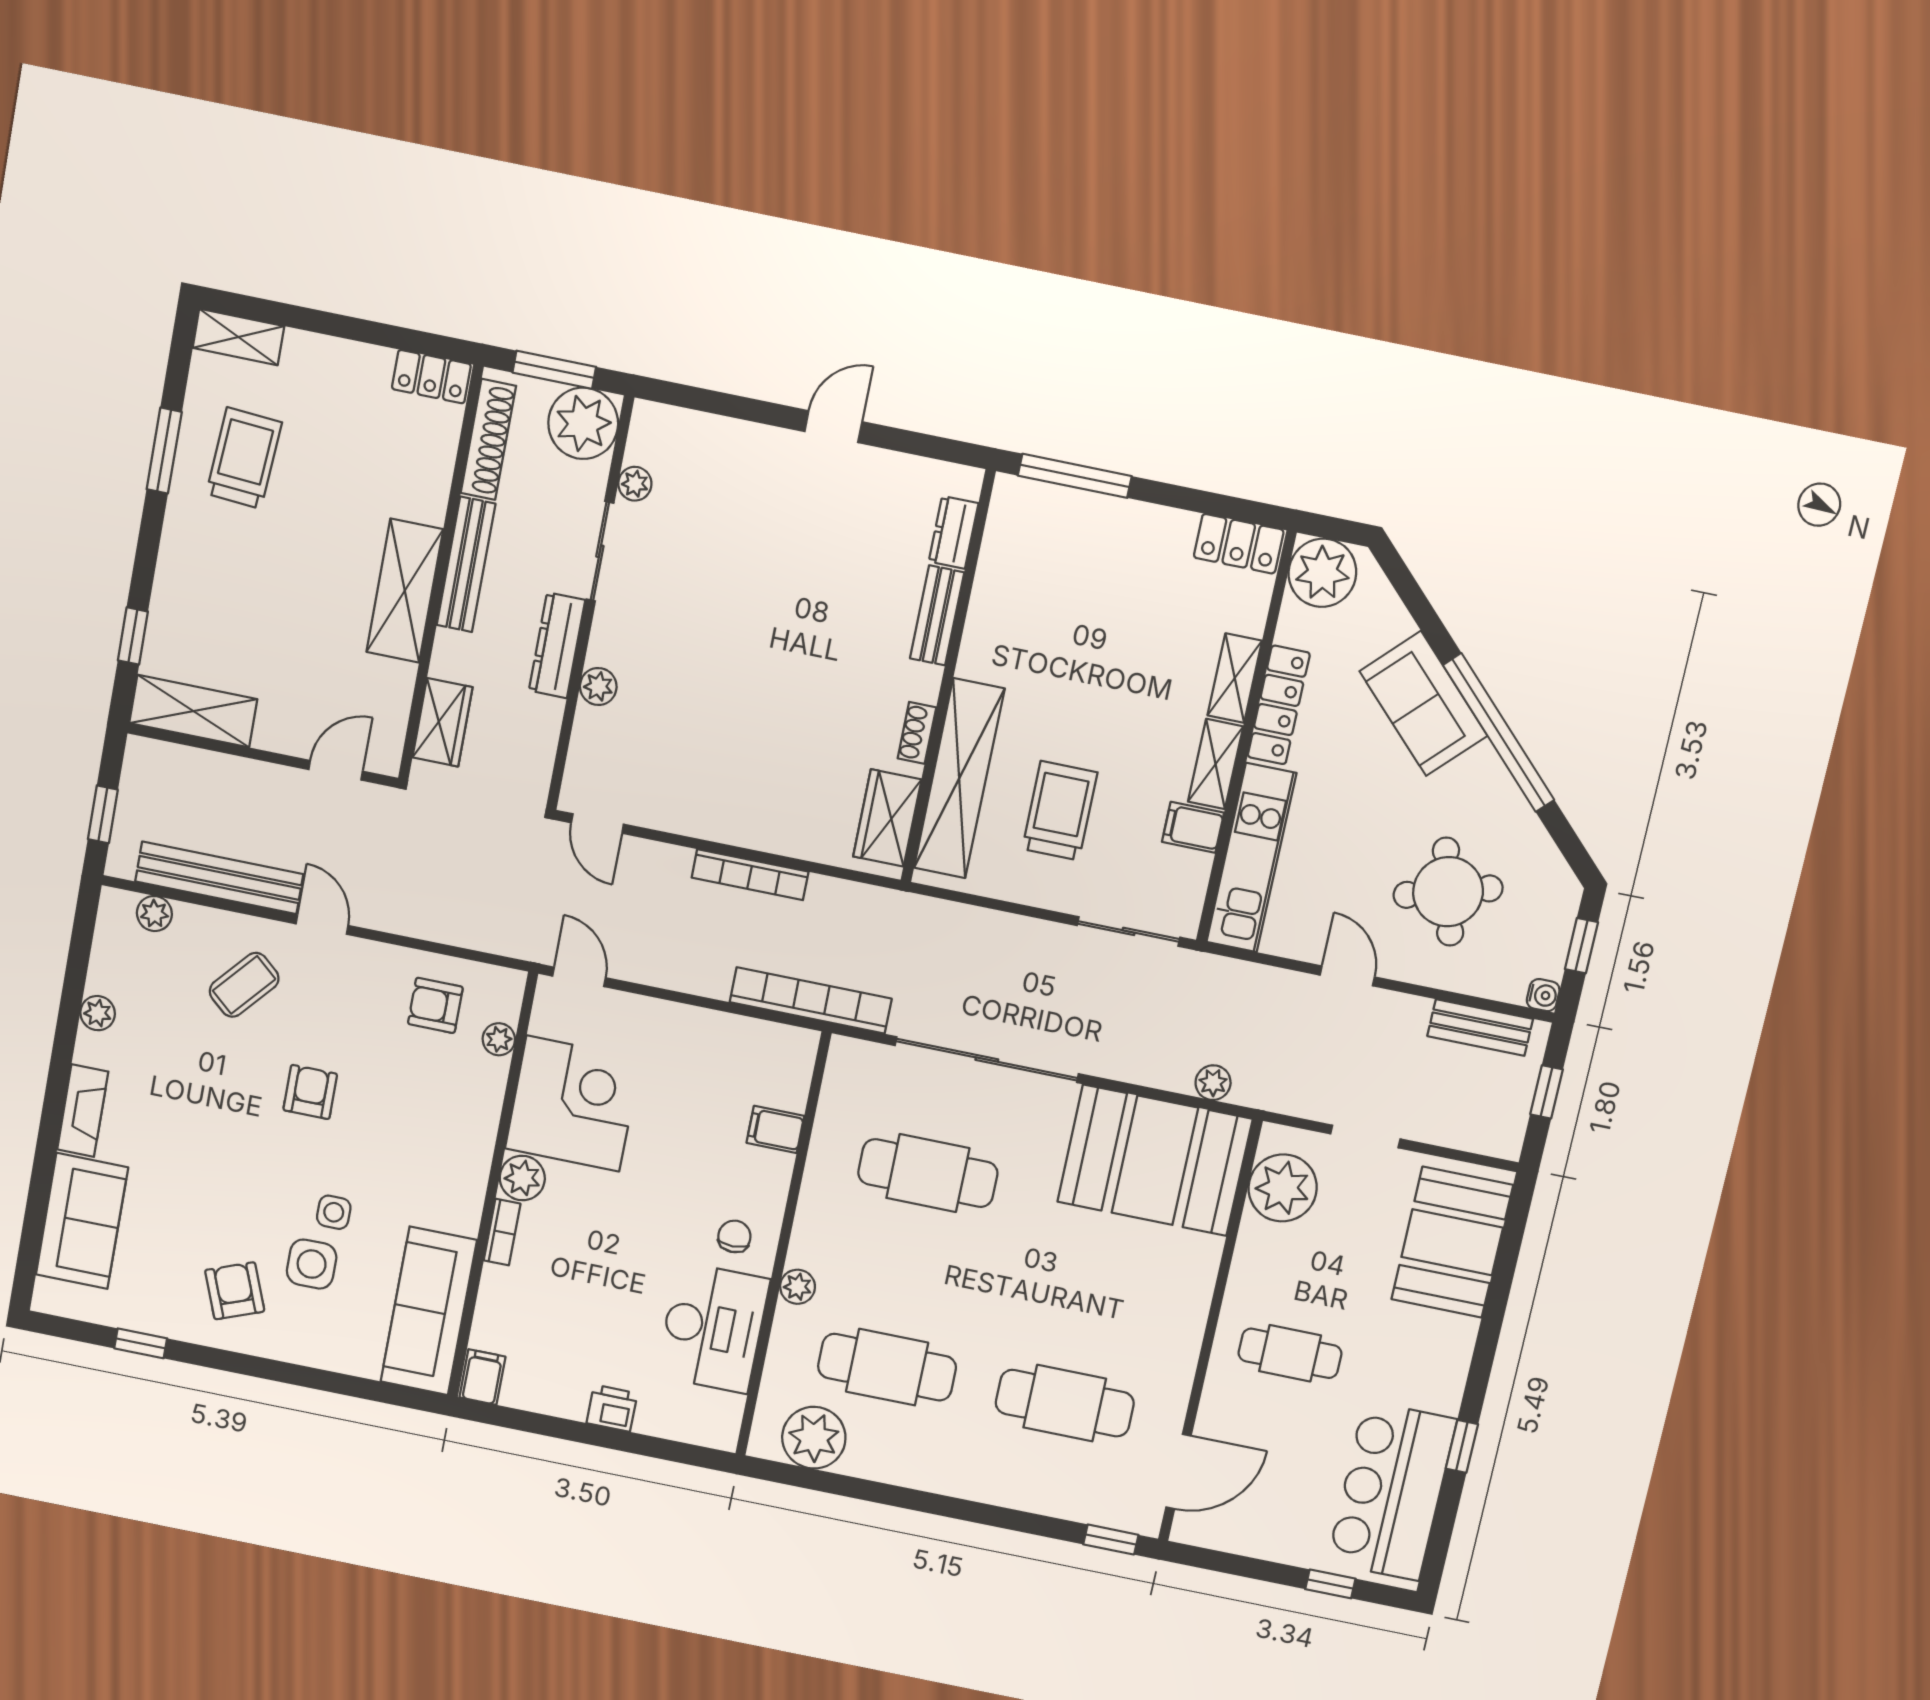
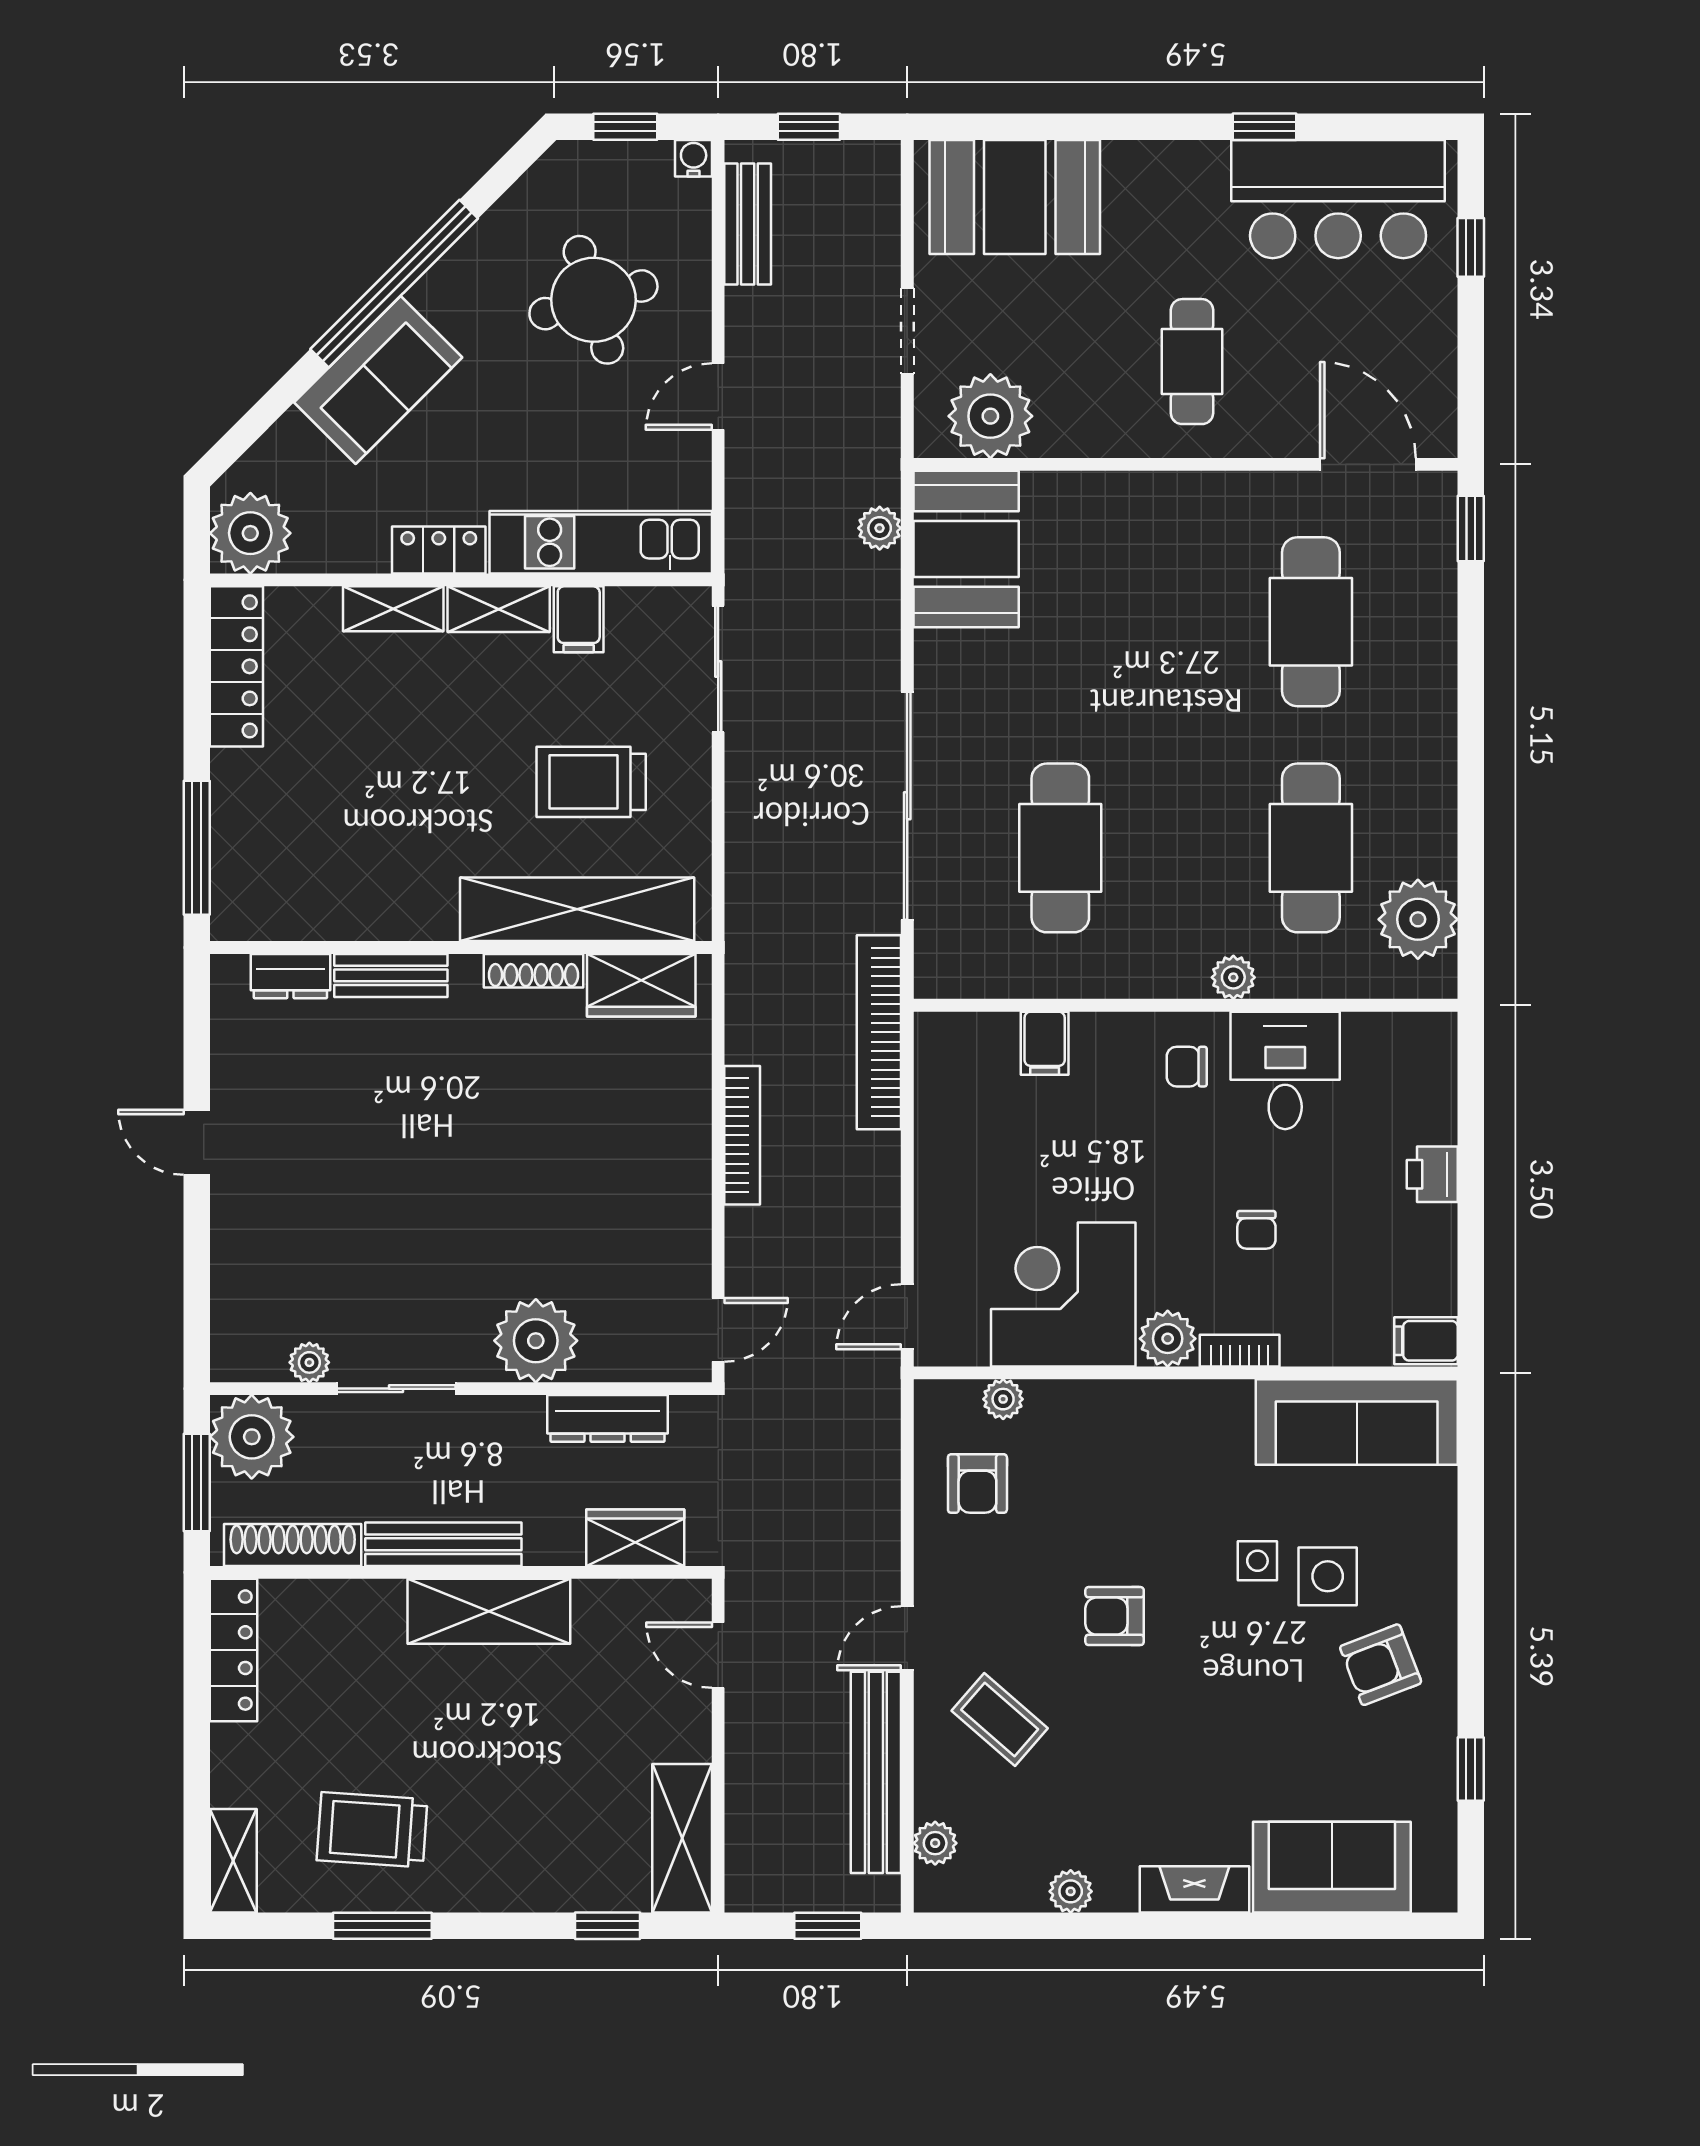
locker: (431, 377) -> (233, 1650), width x1.53
locker: (1239, 544) -> (236, 666), width x1.53
dresser: (557, 645) -> (608, 1418), moved
plant: (598, 686) -> (536, 1341), width x1.88, depth x1.88
locker: (1279, 705) -> (439, 550), width x0.66
shoe rack: (917, 733) -> (533, 971), width x1.43
booth: (1155, 1160) -> (966, 549), width x0.73, depth x0.70
chair: (595, 1264) -> (1256, 1230), added
desk: (713, 1328) -> (1285, 1070), width x0.73

